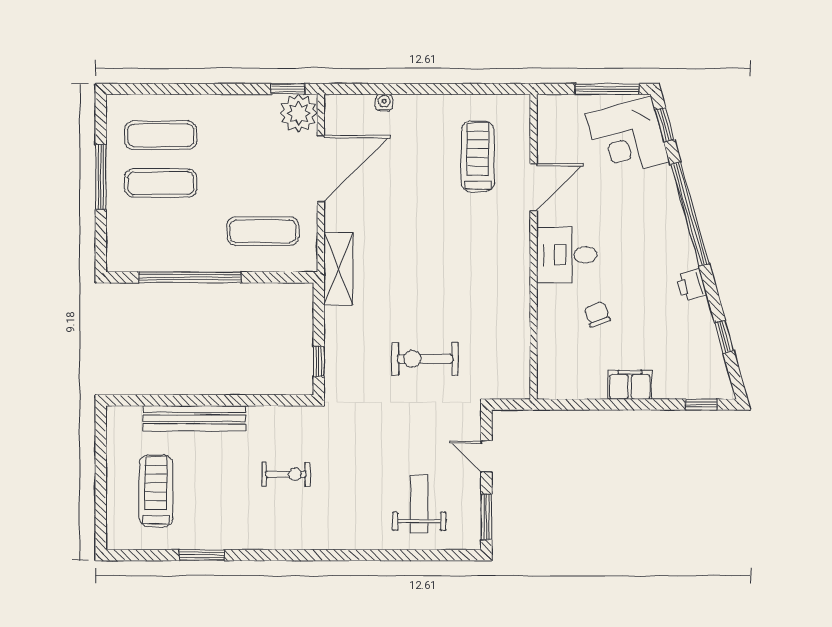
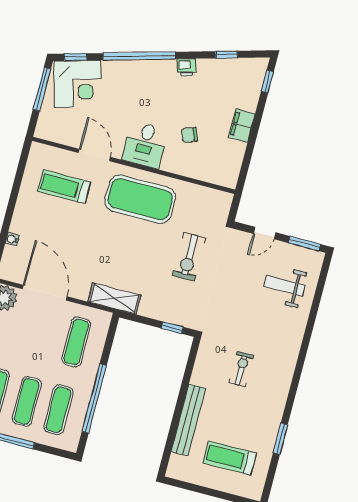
exercise mat: (161, 231) -> (58, 410), added
exercise mat: (488, 268) -> (140, 199), added

